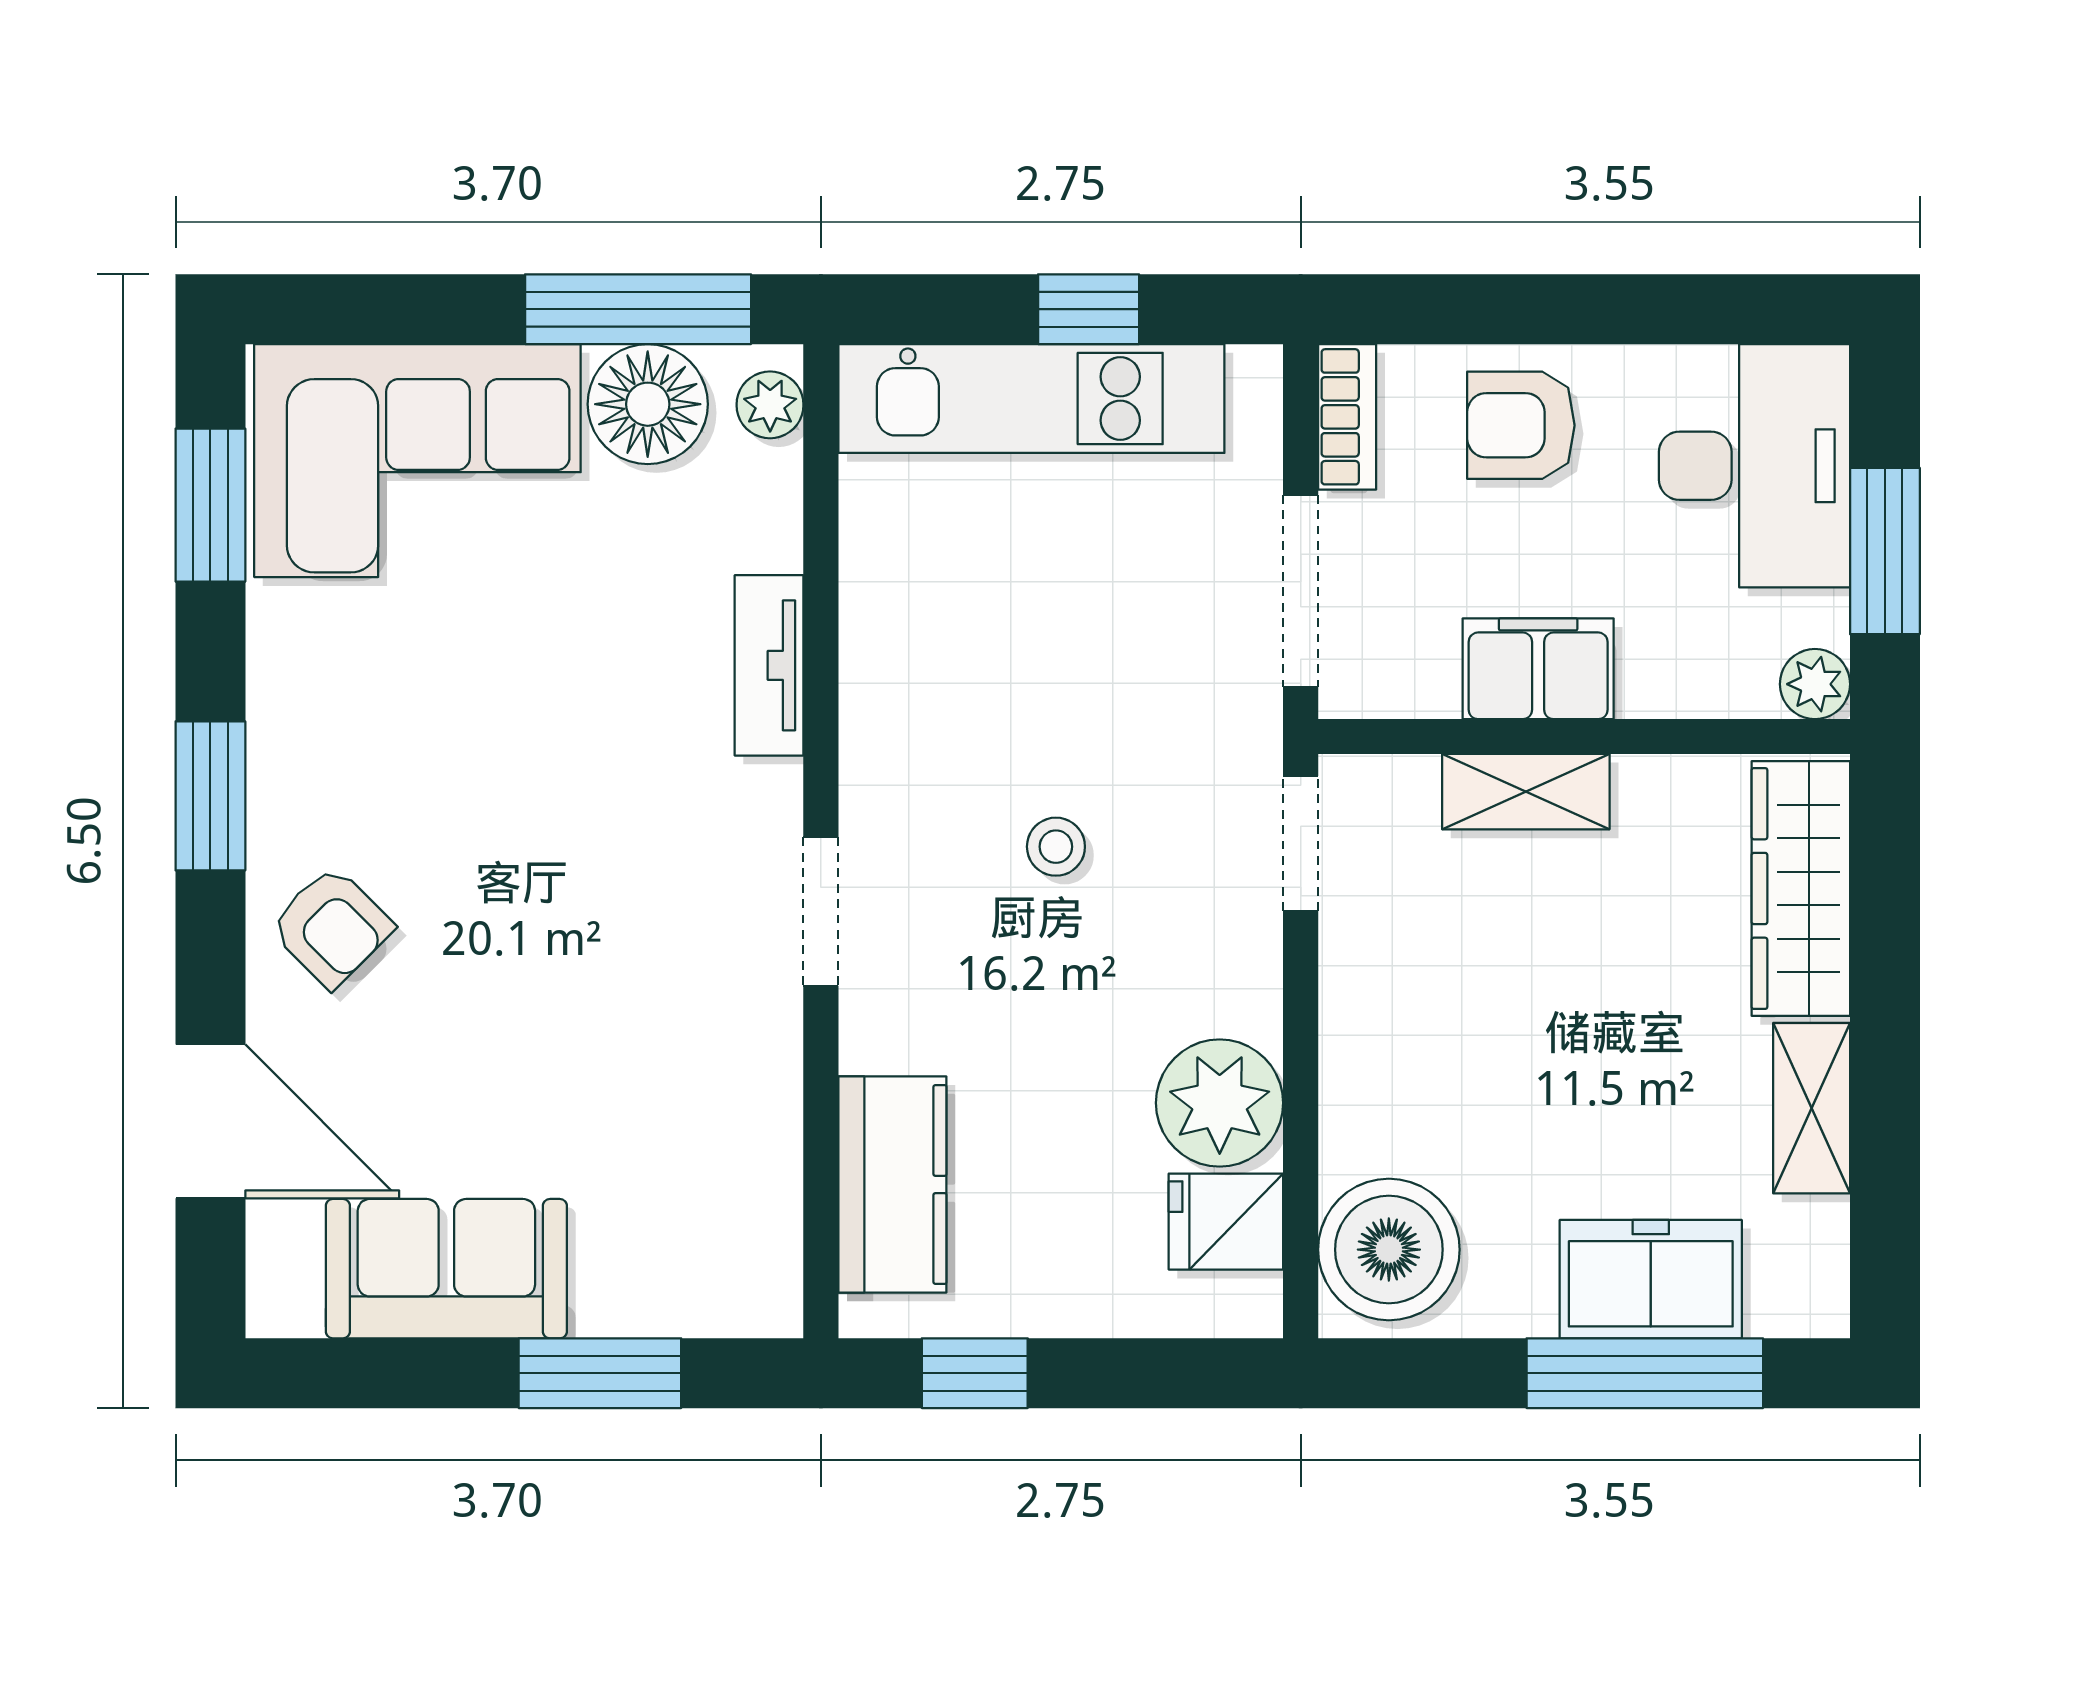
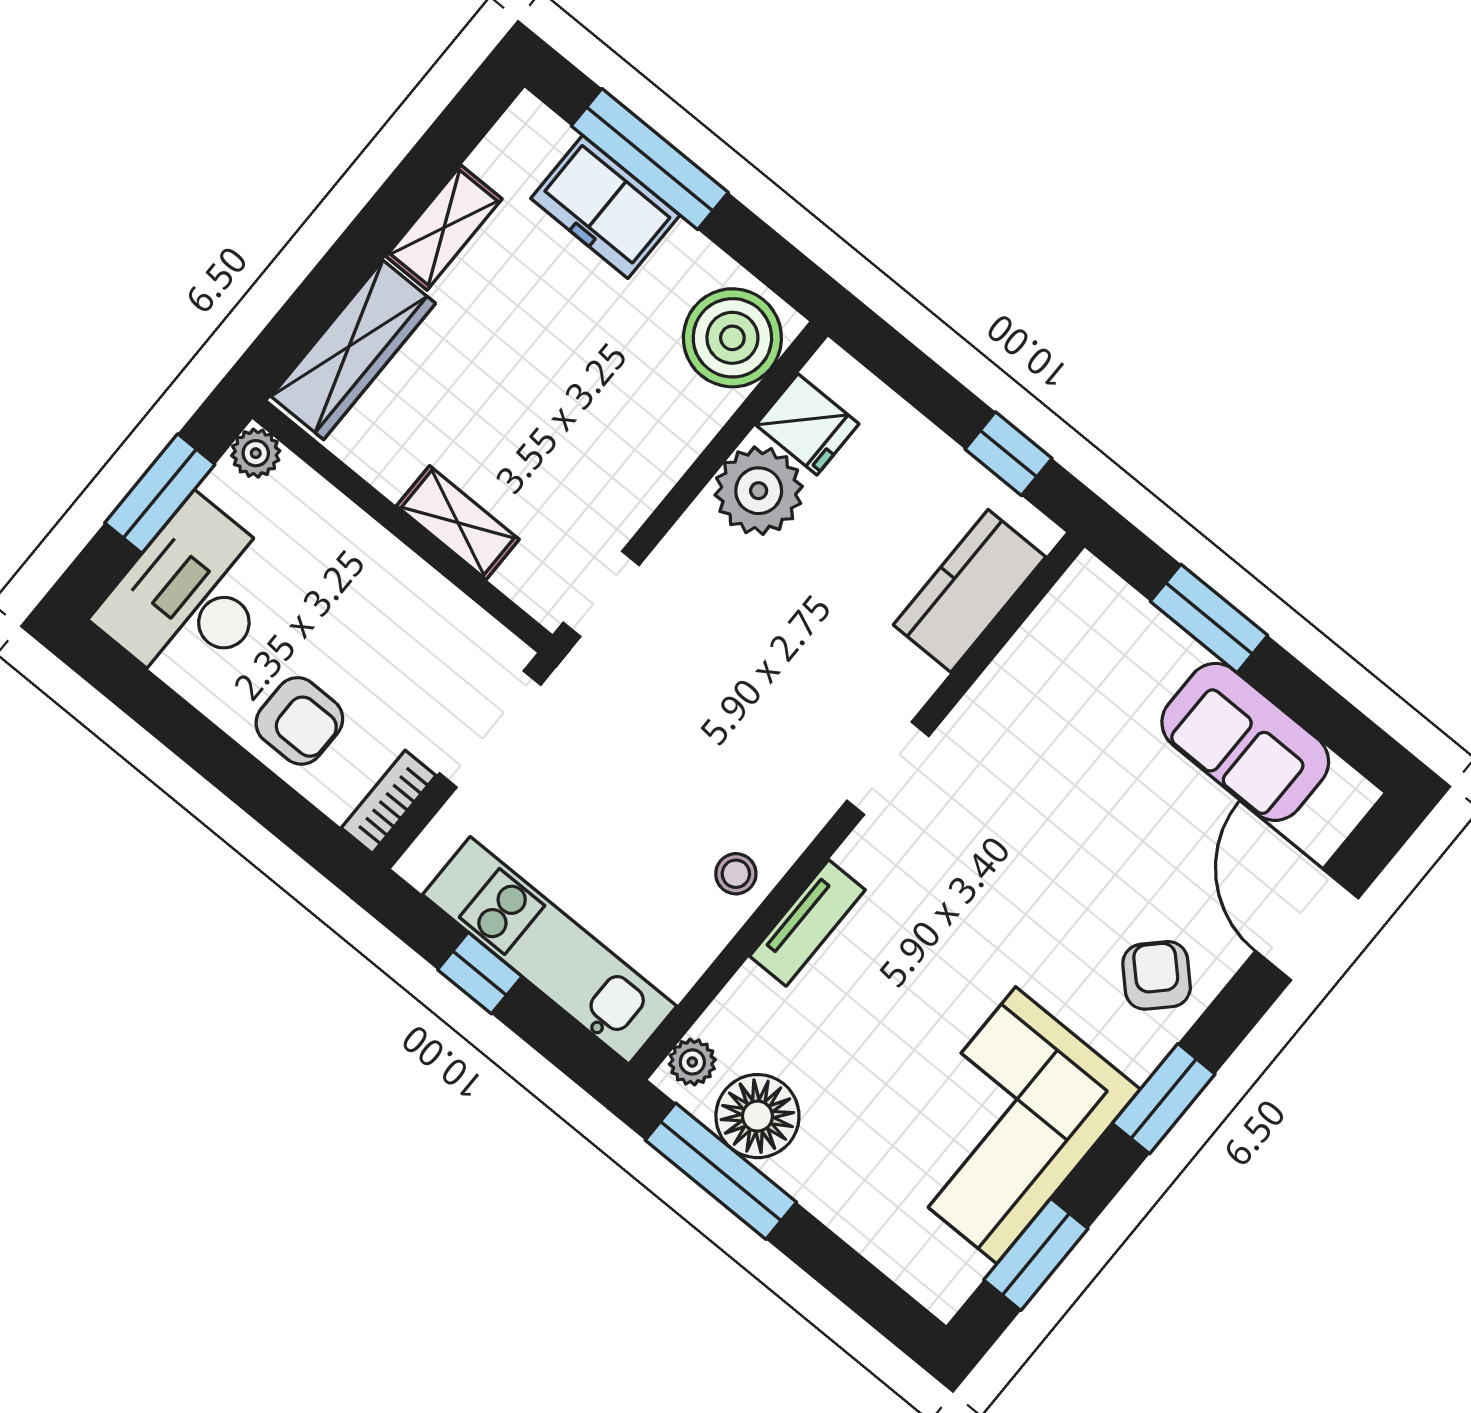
corner sofa: (417, 461) -> (1006, 1125), moved, turned -90
filing cabinet: (1538, 669) -> (397, 583), removed
stool: (1056, 847) -> (736, 874), moved

